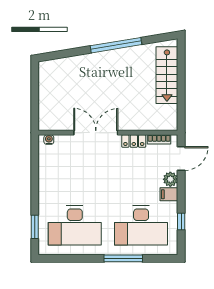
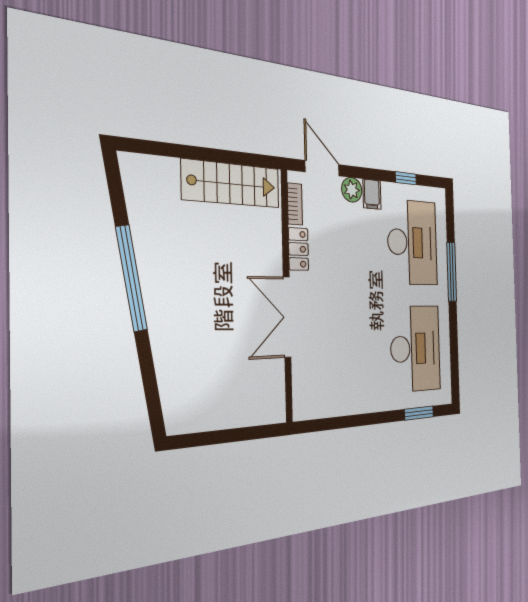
stairs: (167, 75) -> (232, 184), moved
water cooler: (49, 140) -> (300, 402), removed

